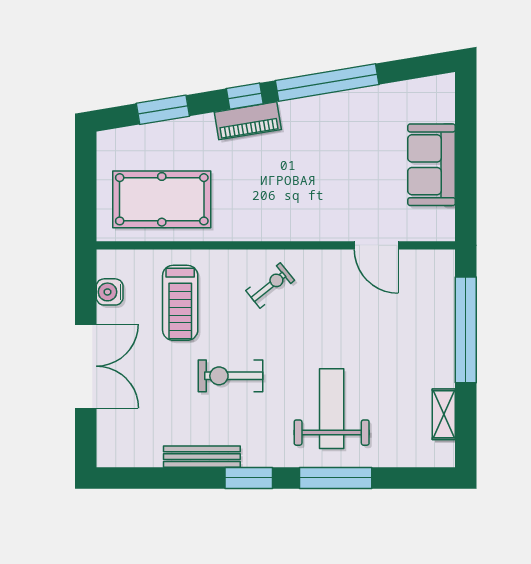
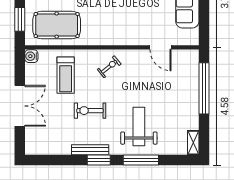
window: (86, 188) -> (20, 19), added
water cooler: (110, 292) -> (31, 56), moved
shelving: (444, 414) -> (193, 143), moved
bench: (202, 457) -> (90, 150), moved

